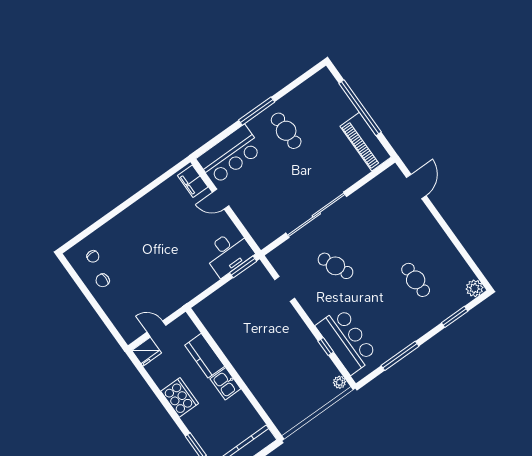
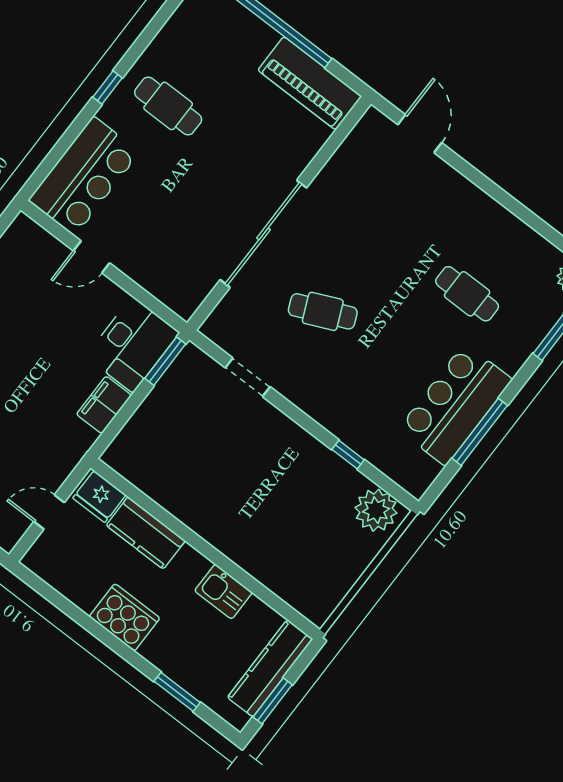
window: (257, 111) -> (107, 88), width x0.46
filing cabinet: (193, 181) -> (104, 405), moved, turned 90
bar counter: (347, 341) -> (455, 405), moved, turned -90
fridge: (147, 352) -> (99, 496), moved, turned 90
plant: (339, 382) -> (376, 510), width x1.87, depth x1.87
kitchen sink: (225, 384) -> (223, 592), moved

